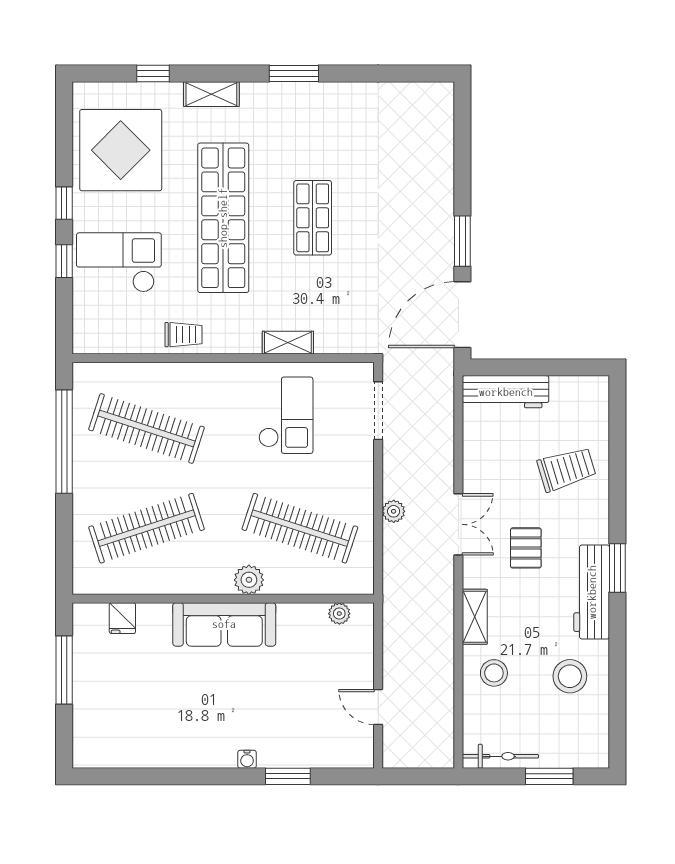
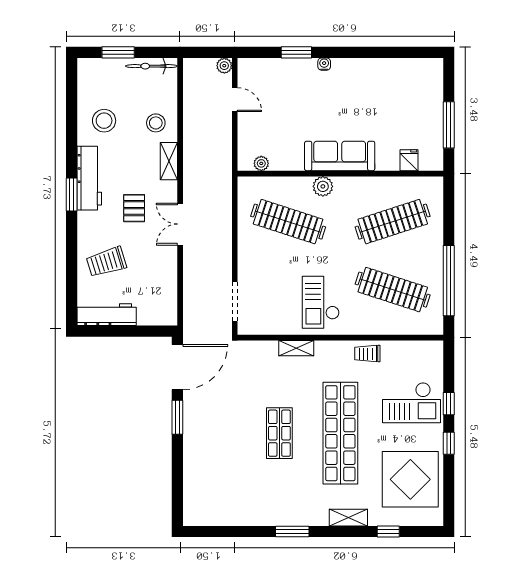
workbench: (506, 392) -> (107, 315), moved
checkout: (286, 415) -> (321, 302), moved
plant: (394, 511) -> (224, 66), moved

